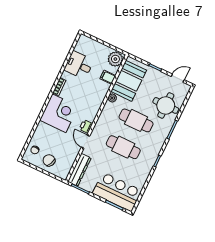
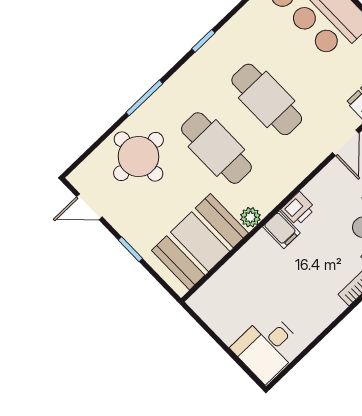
plant: (115, 59) -> (211, 301), removed
desk: (79, 65) -> (267, 347), moved, turned 90
filing cabinet: (108, 77) -> (281, 230), moved
printer: (86, 126) -> (298, 209), moved

